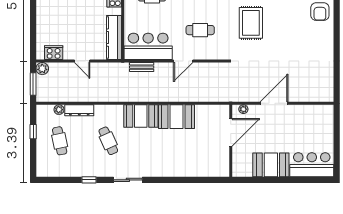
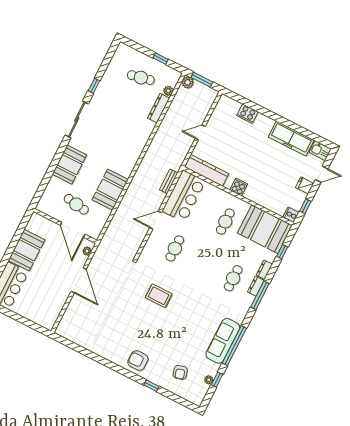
rug: (251, 23) -> (159, 296), width x0.73, depth x0.70
cooker: (54, 53) -> (247, 114), moved, turned 90
door: (183, 61) -> (156, 220), hinge flipped
plant: (42, 69) -> (188, 82), moved
booth: (141, 116) -> (69, 165), moved
cafe table: (108, 141) -> (76, 204), moved, turned 33
sliding door: (128, 180) -> (77, 120), width x1.37

